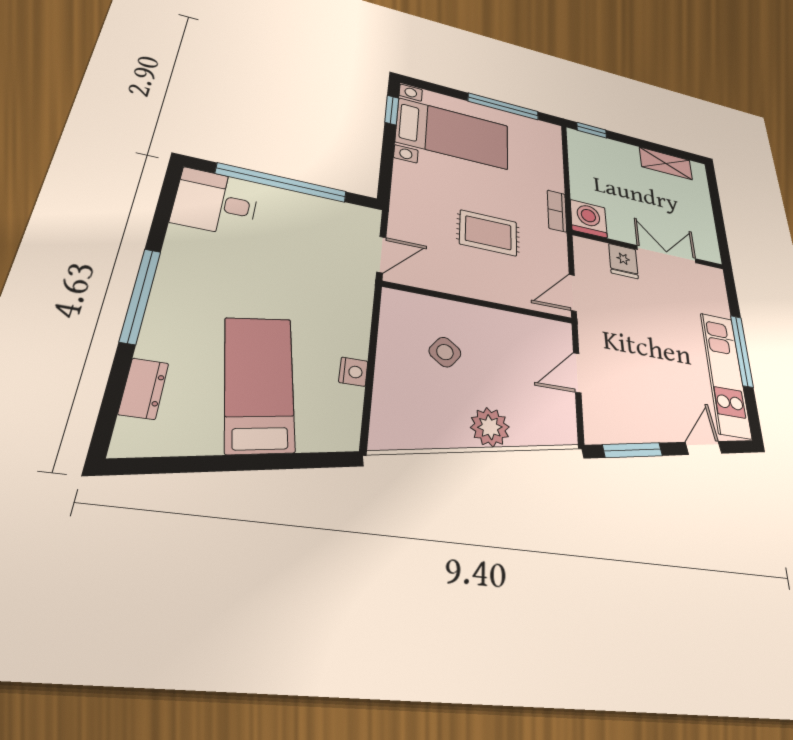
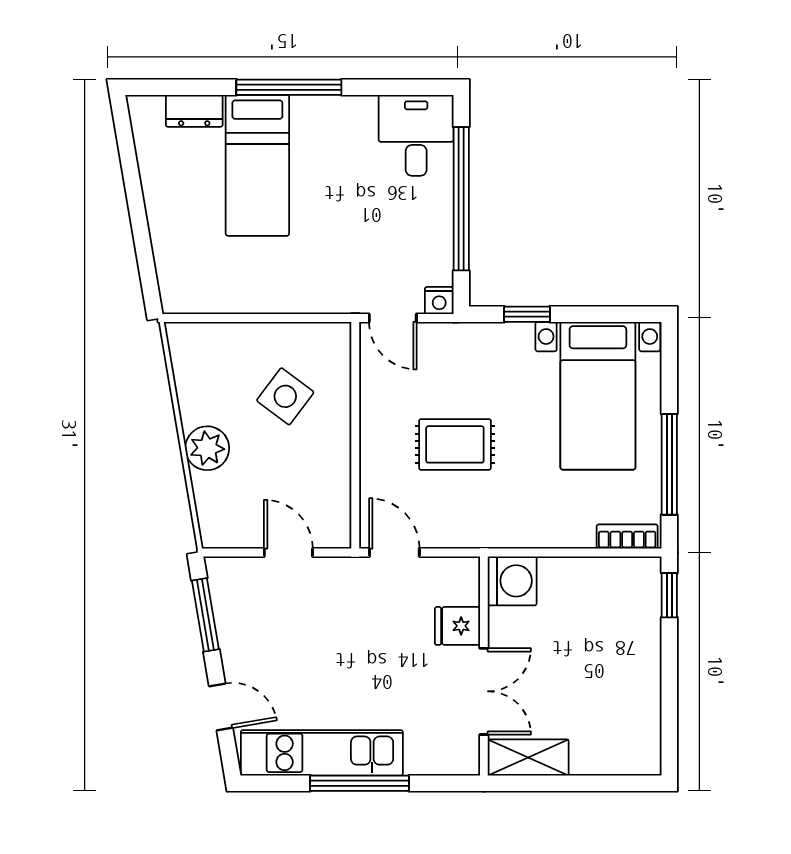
window: (392, 110) -> (527, 314), moved
shelving: (666, 163) -> (528, 757), moved, turned 90
bookcase: (557, 211) -> (627, 537), moved
rug: (488, 233) -> (455, 444), turned 90
side table: (445, 352) -> (285, 396), width x1.37, depth x1.37
nightstand: (353, 372) -> (439, 301), moved
bed: (259, 384) -> (257, 165), moved, turned 100

